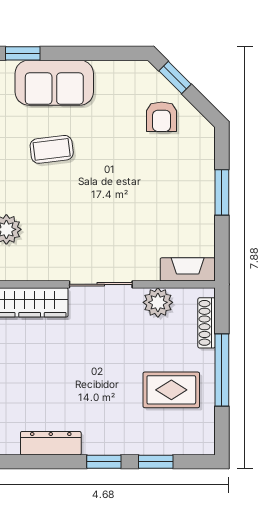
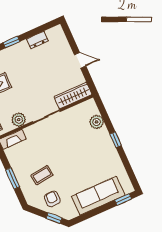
sofa: (54, 83) -> (98, 196), width x1.36
coffee table: (52, 149) -> (42, 175), moved
dresser: (51, 443) -> (37, 40), width x0.70

